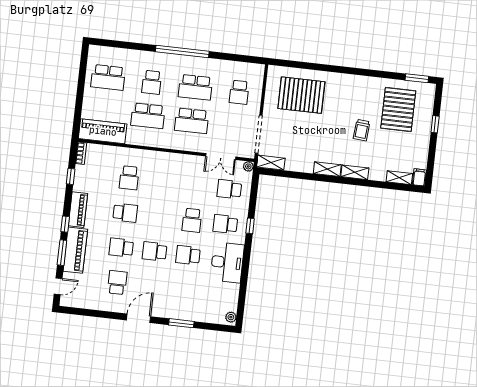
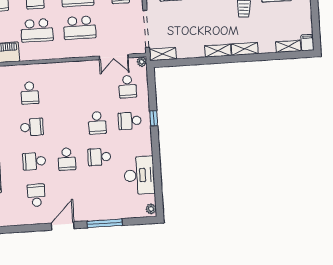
school desk: (229, 189) -> (128, 87), turned -90
school desk: (155, 251) -> (67, 159), turned -90
desk: (227, 262) -> (139, 175), moved
window: (181, 323) -> (105, 223), width x1.44

